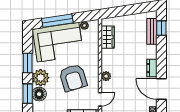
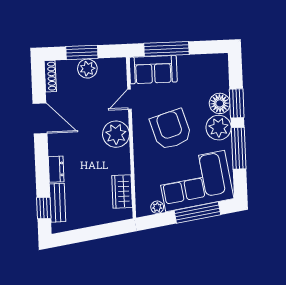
window: (28, 63) -> (239, 148), width x1.44
dresser: (152, 68) -> (56, 169), moved
plant: (106, 76) -> (116, 134), width x1.87, depth x1.87

